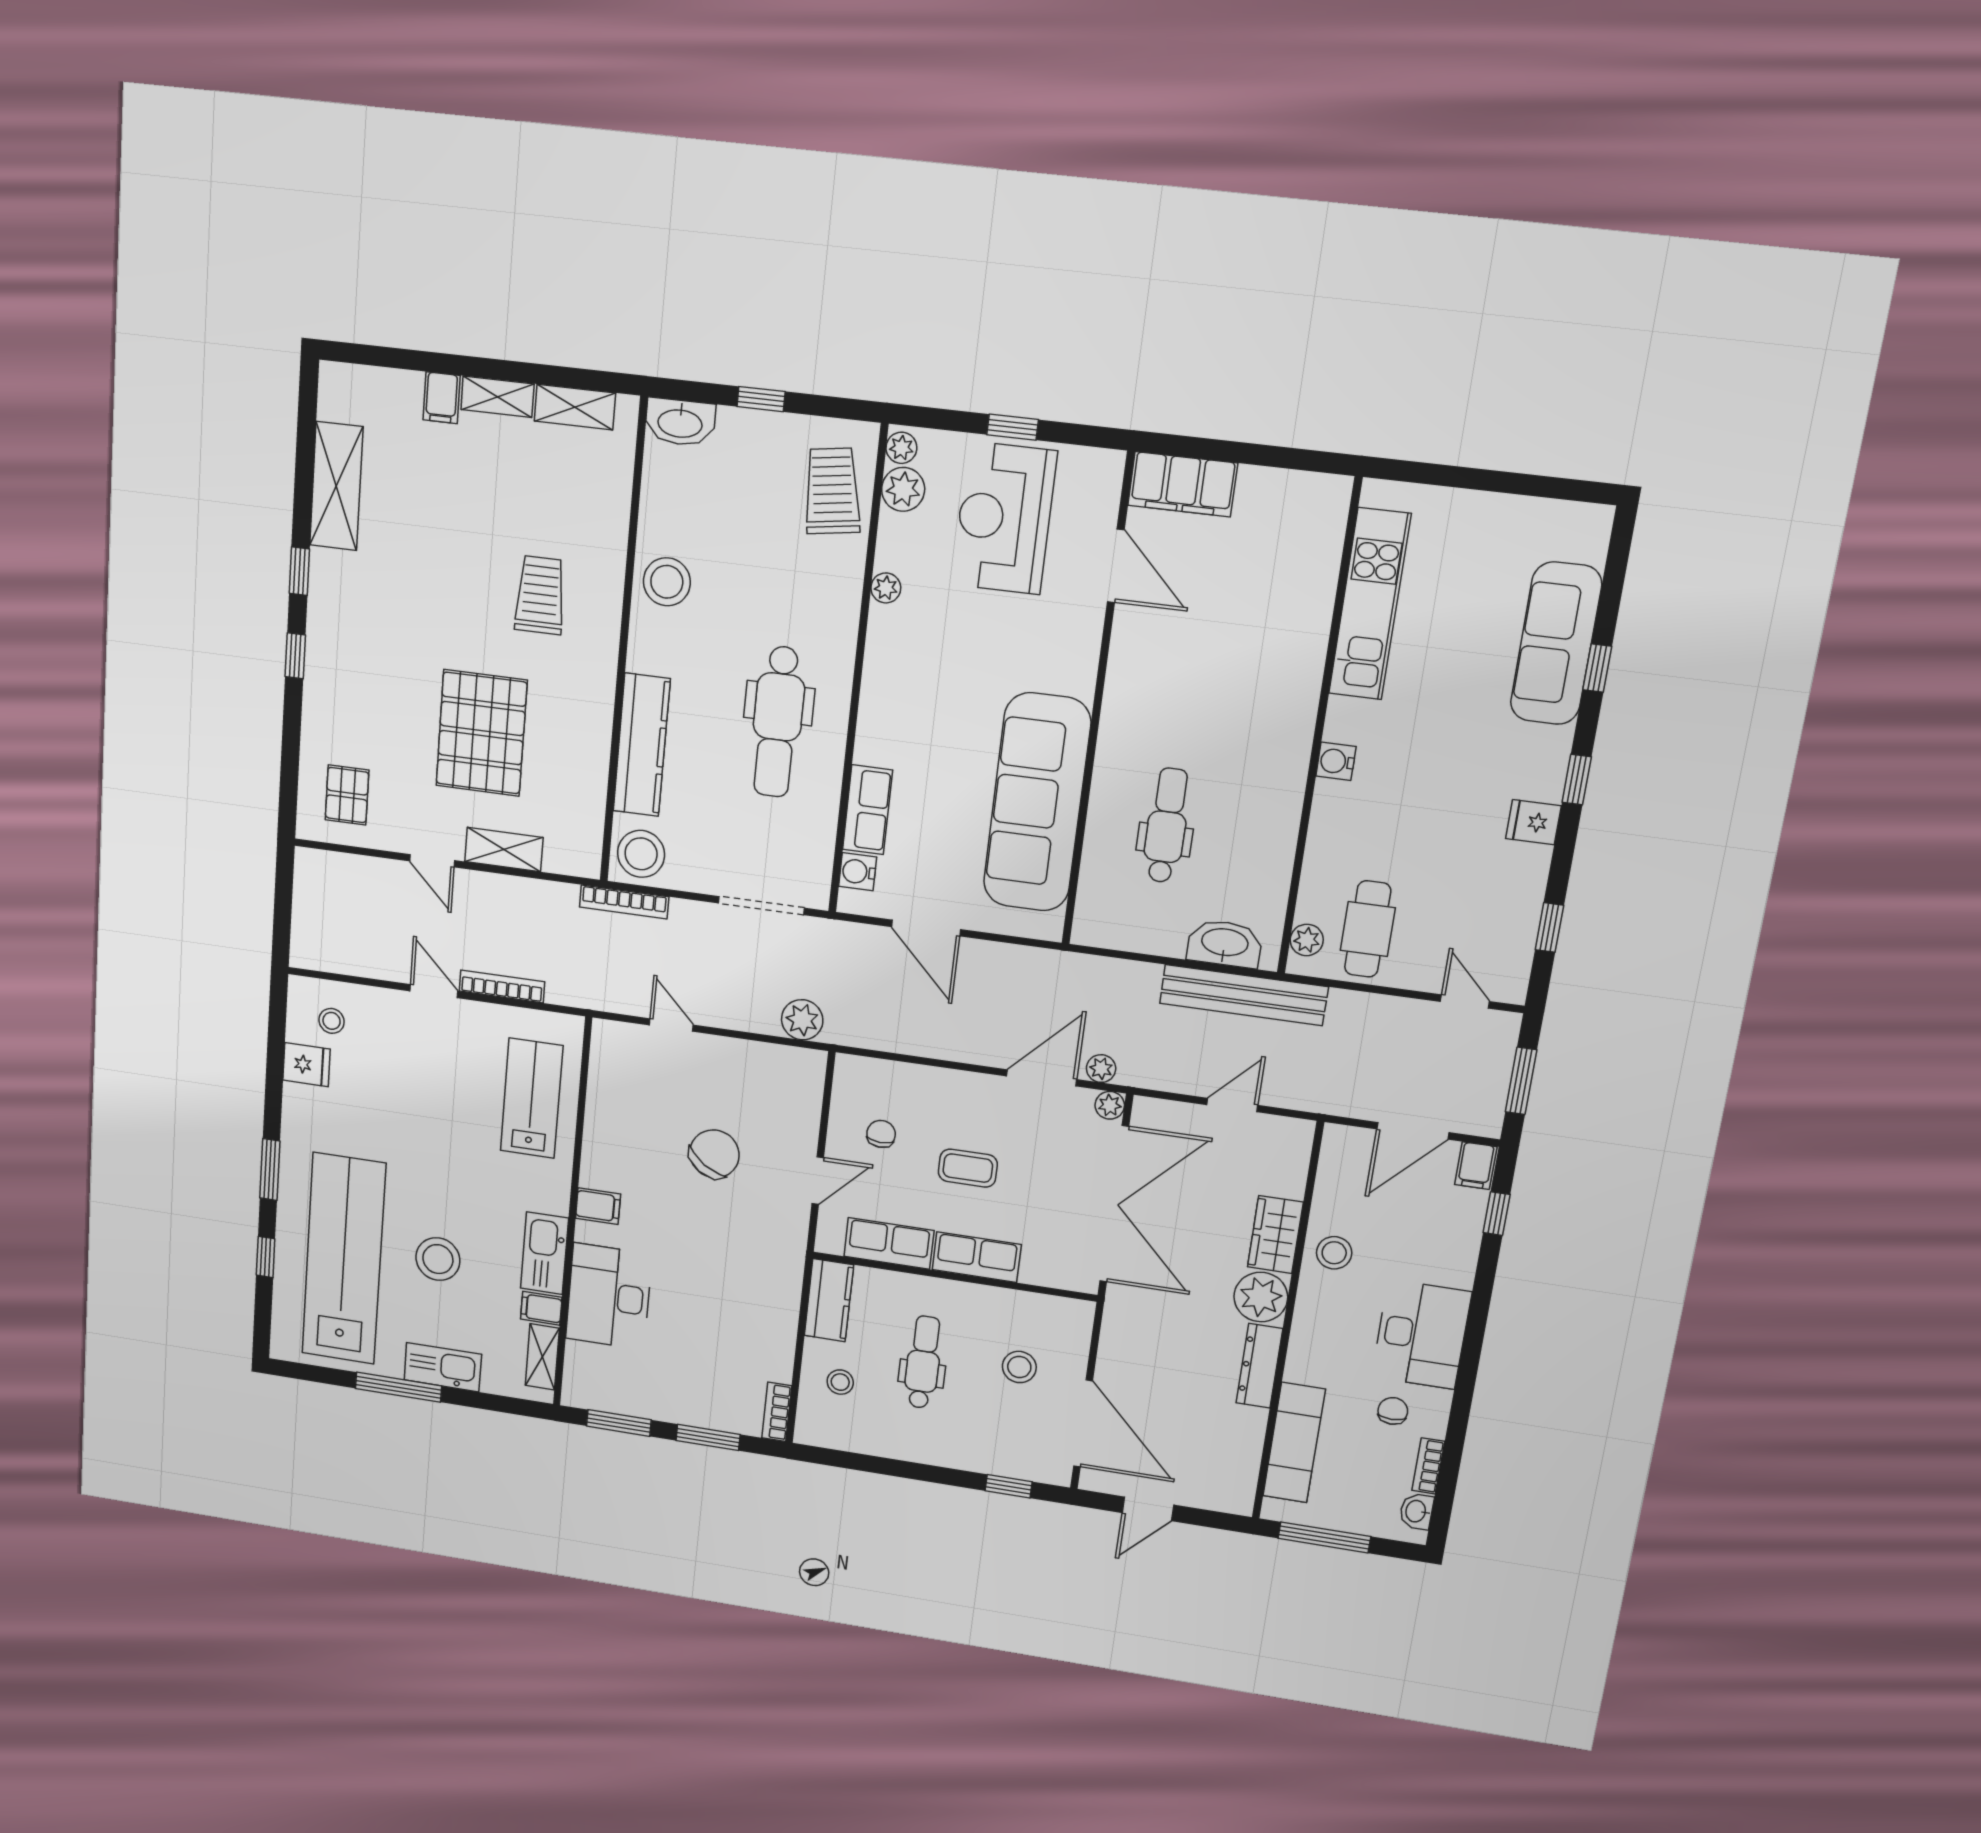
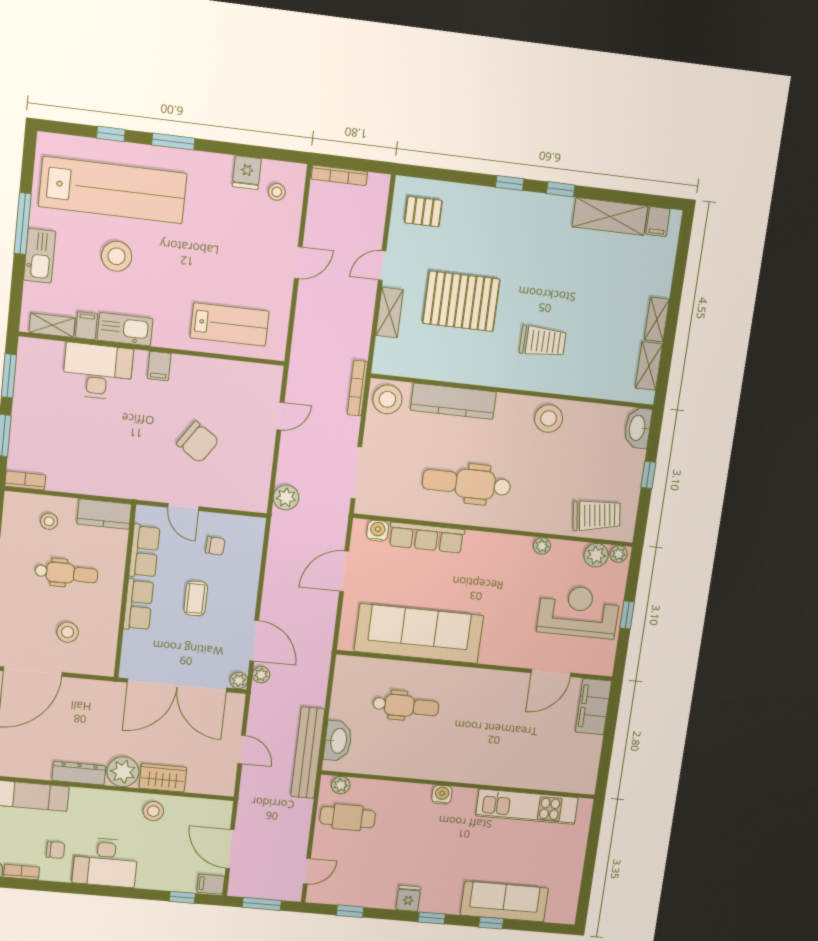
filing cabinet: (442, 398) -> (658, 222), moved, turned -90
row of seats: (868, 810) -> (427, 538), width x1.48
bookcase: (502, 986) -> (339, 175), moved, turned 90

